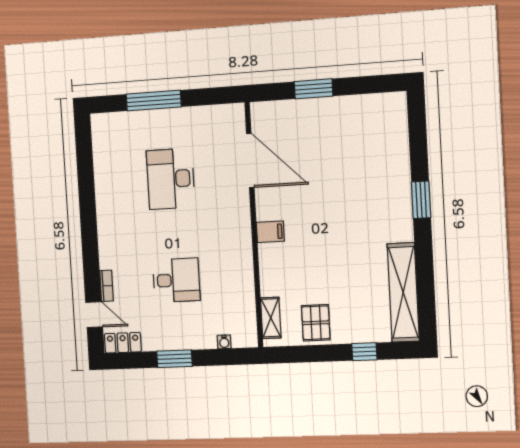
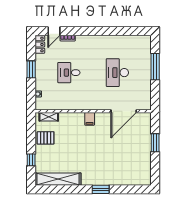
desk: (171, 179) -> (117, 73), turned -90
desk: (176, 280) -> (69, 73), turned 90

